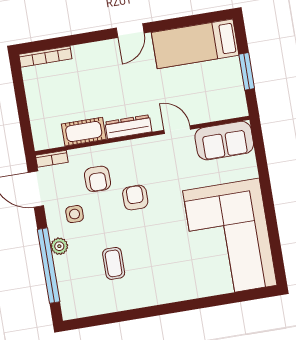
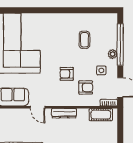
cot: (84, 132) -> (101, 115), moved
armchair: (97, 179) -> (86, 87), turned 90
armchair: (135, 198) -> (67, 74), turned 90

